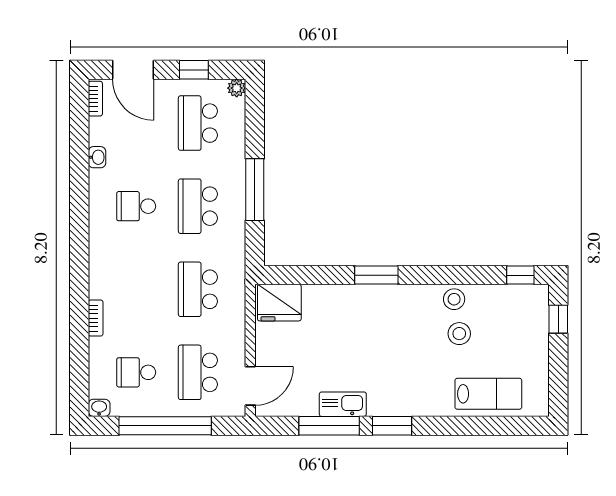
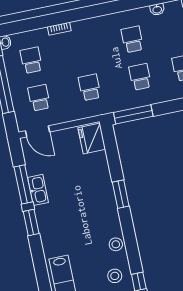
window: (255, 190) -> (133, 114), moved
school desk: (198, 206) -> (140, 77), width x0.54
school desk: (198, 289) -> (90, 87), width x0.54
stool: (459, 334) -> (115, 276), moved
school desk: (198, 372) -> (39, 98), width x0.54

